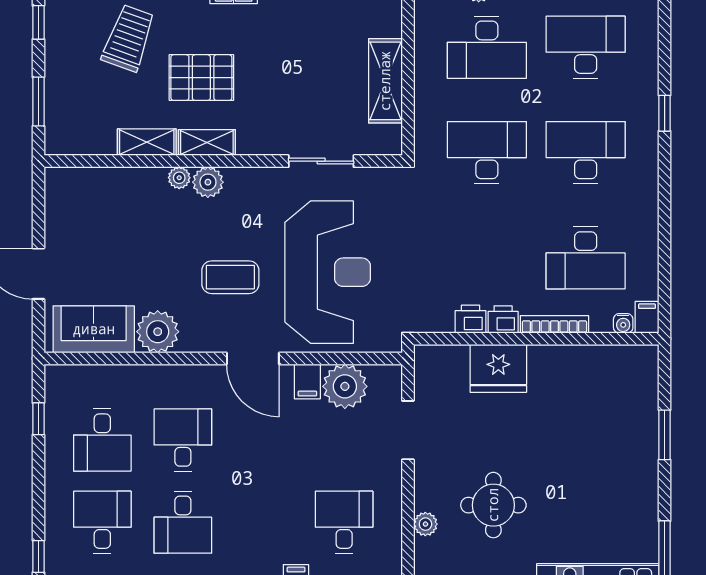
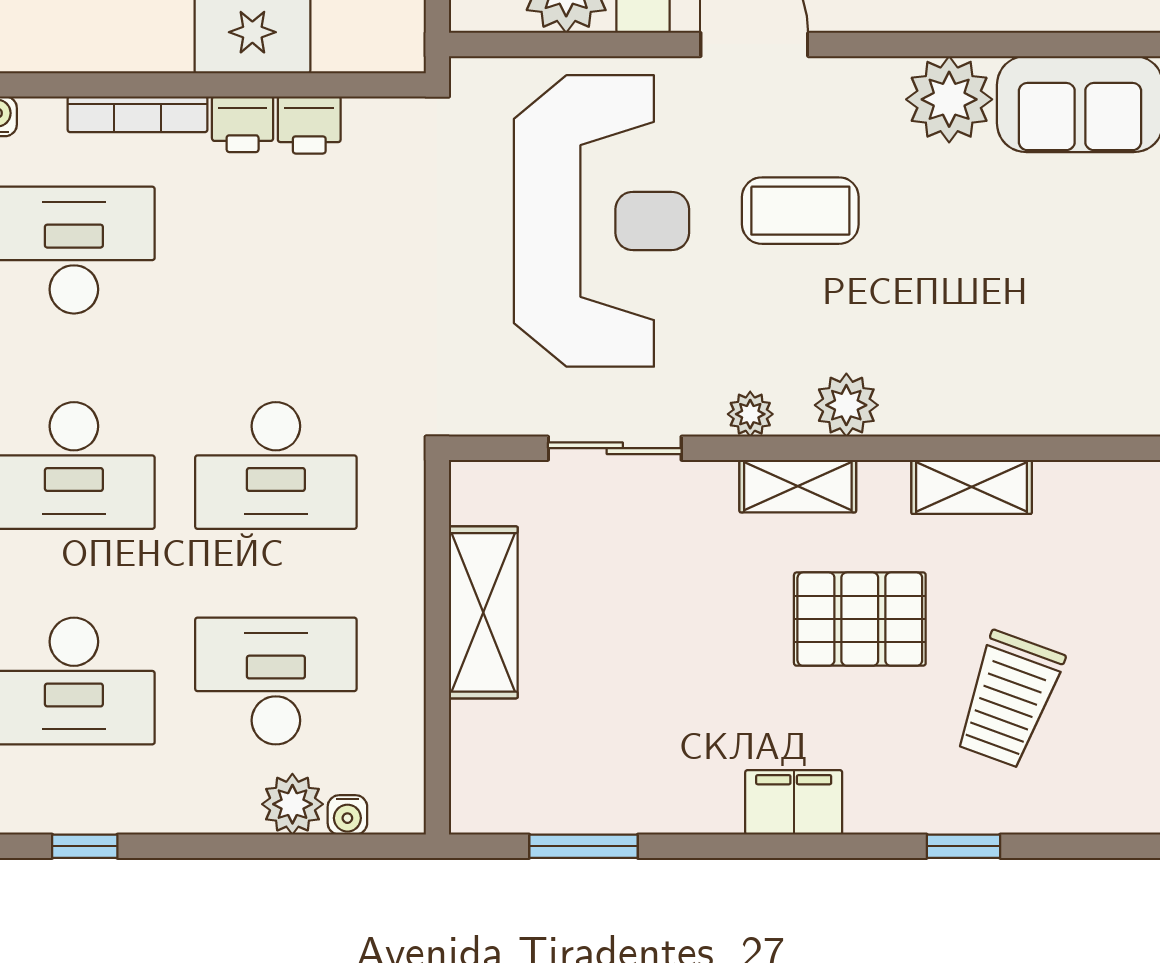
shelving: (207, 143) -> (798, 486), moved
plant: (179, 178) -> (750, 414), moved
reception desk: (328, 272) -> (601, 221), turned 180

